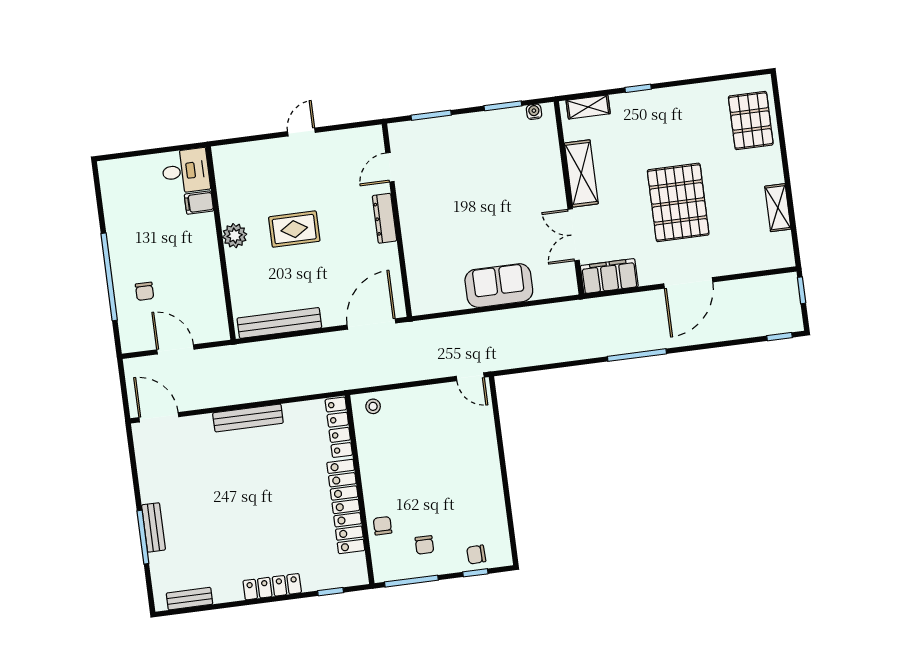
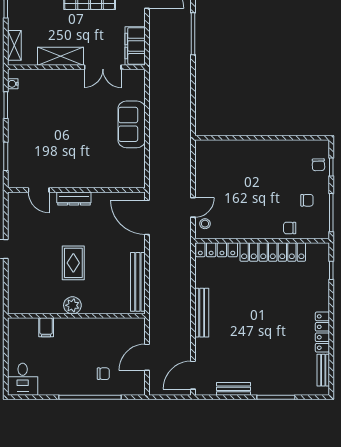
desk: (186, 171) -> (23, 379), moved, turned 180
door: (470, 377) -> (193, 207), moved
bench: (153, 527) -> (234, 389), moved
locker: (272, 587) -> (322, 332), moved

